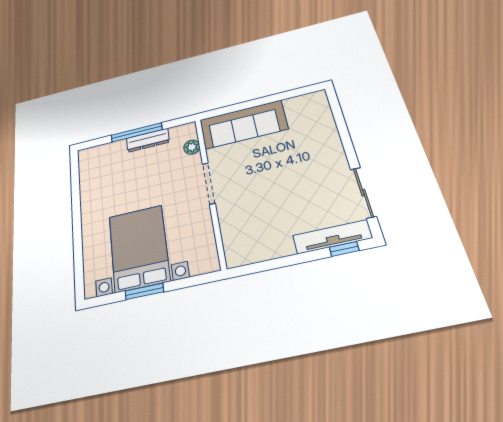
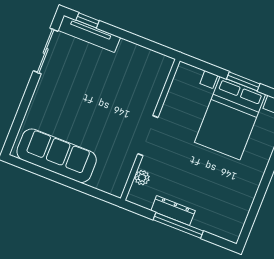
sofa: (243, 124) -> (57, 156), moved

